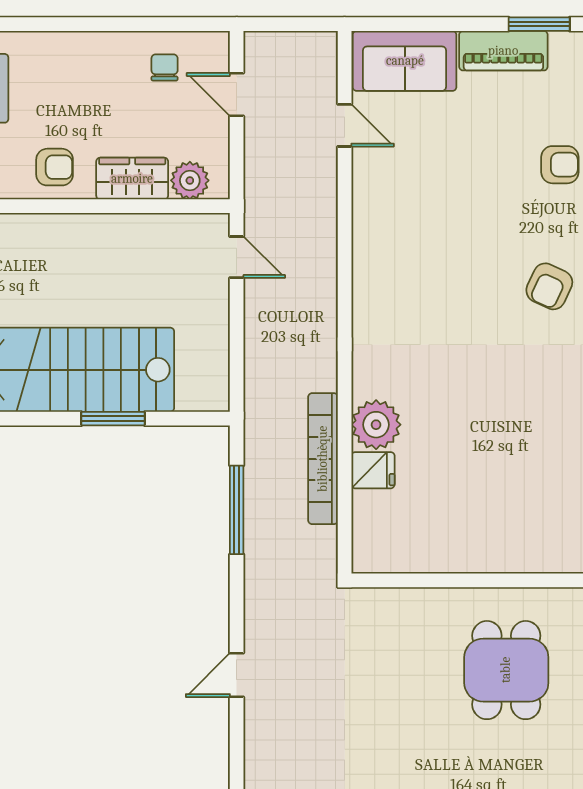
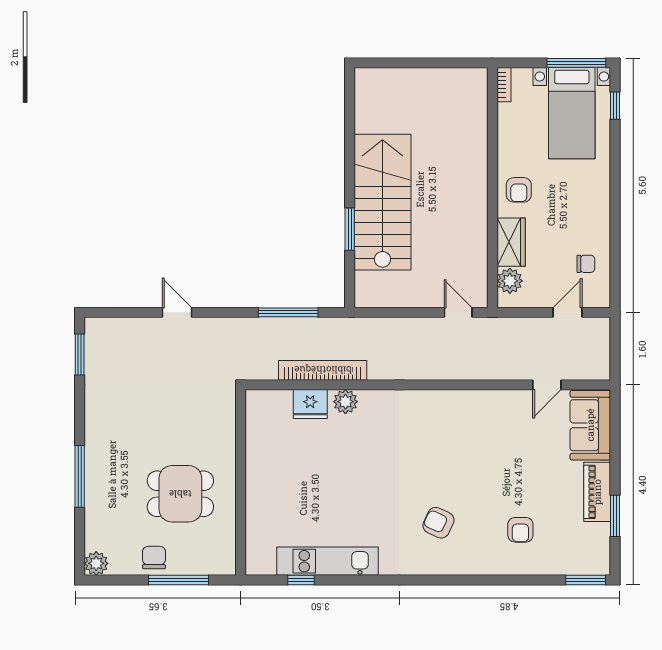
door: (237, 257) -> (458, 312), swing flipped
plant: (376, 425) -> (345, 402), width x0.73, depth x0.73
fridge: (373, 470) -> (310, 404), width x1.38

